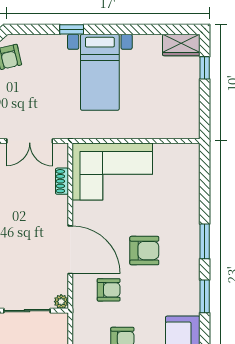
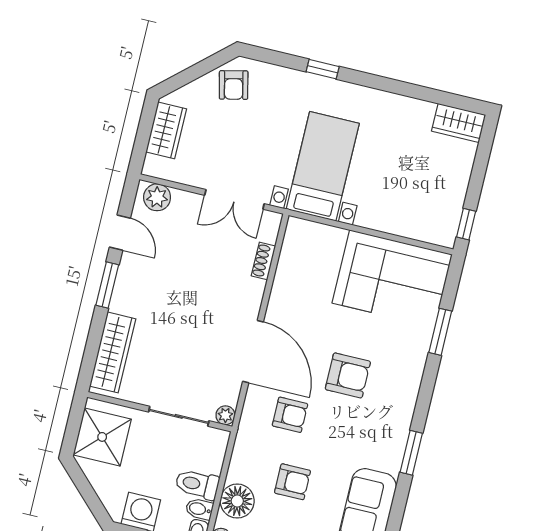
window: (205, 68) -> (466, 224), moved
bed with nightstands: (100, 72) -> (323, 166), moved, turned 180
corner sofa: (112, 171) -> (392, 279), moved
window: (205, 241) -> (440, 332), moved

